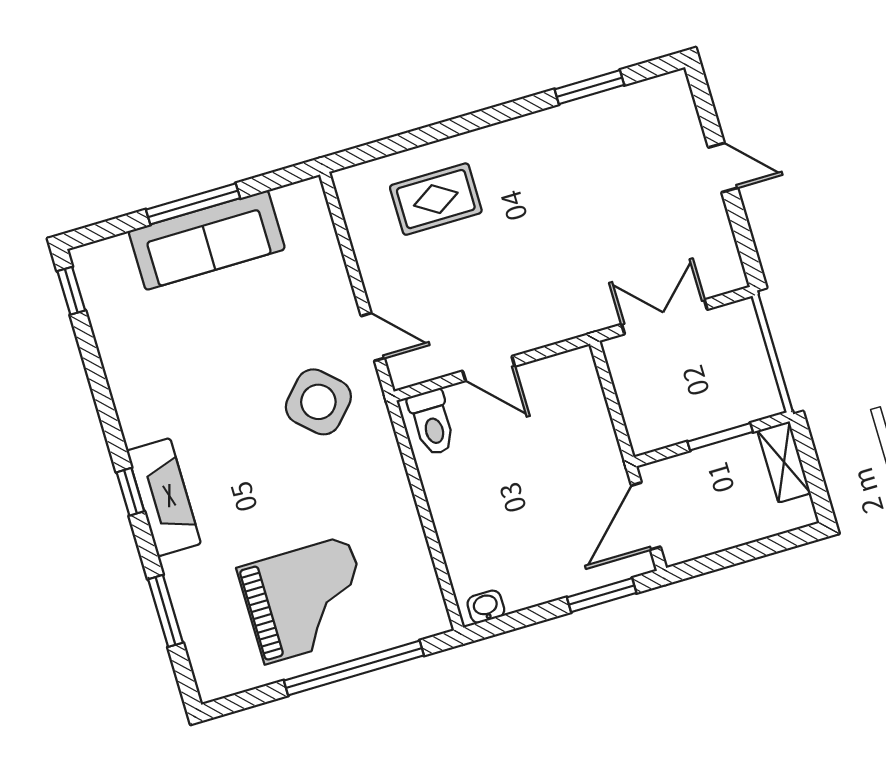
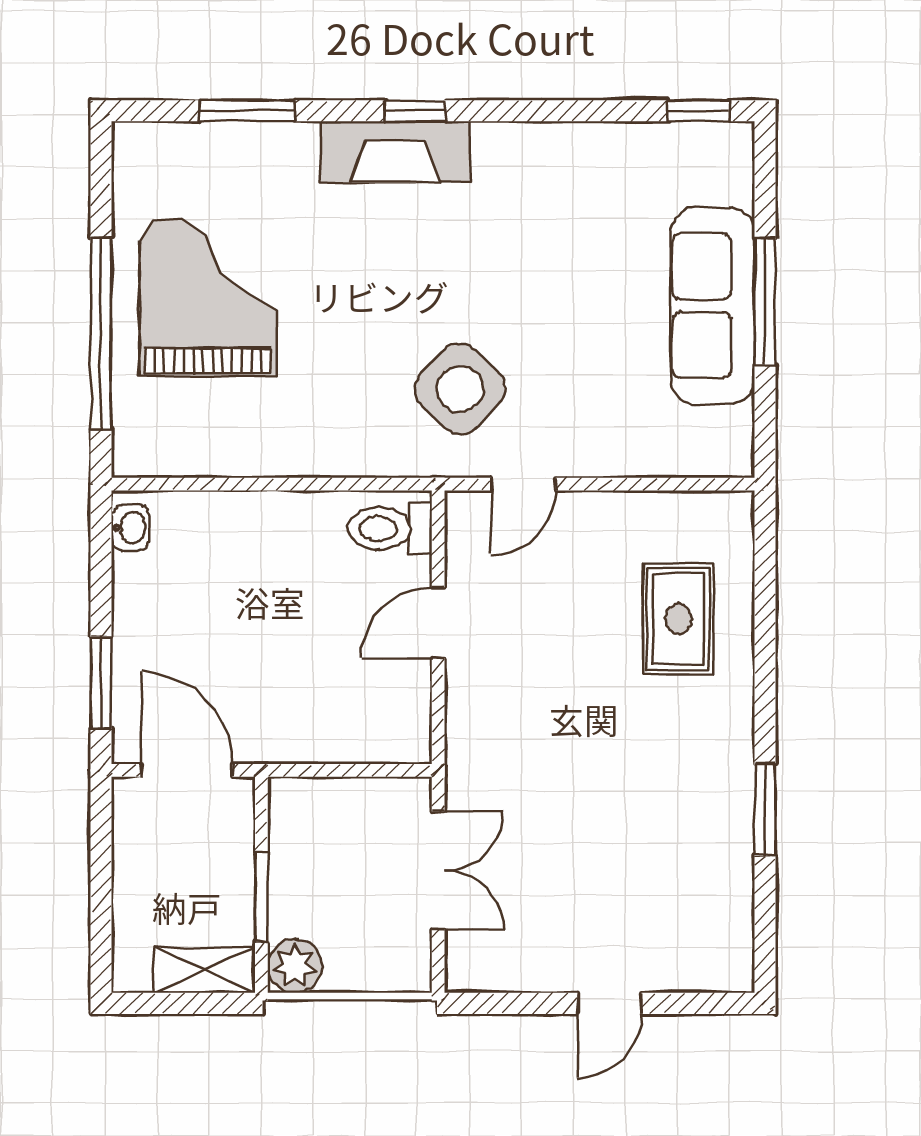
window: (589, 87) -> (765, 809), moved
plant: (762, 399) -> (295, 966), added
grand piano: (306, 600) -> (208, 298), turned 180

